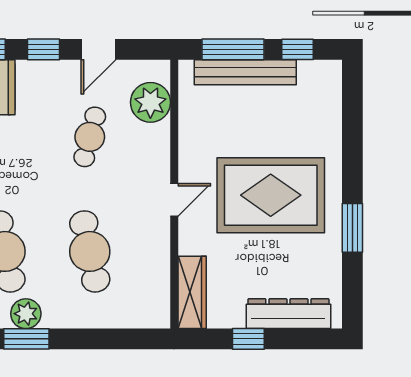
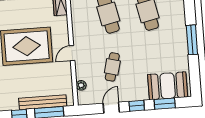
plant: (150, 102) -> (81, 85), width x0.53, depth x0.53
door: (174, 200) -> (72, 53), moved

